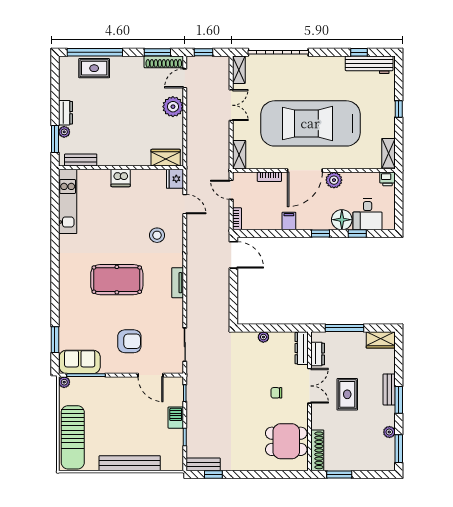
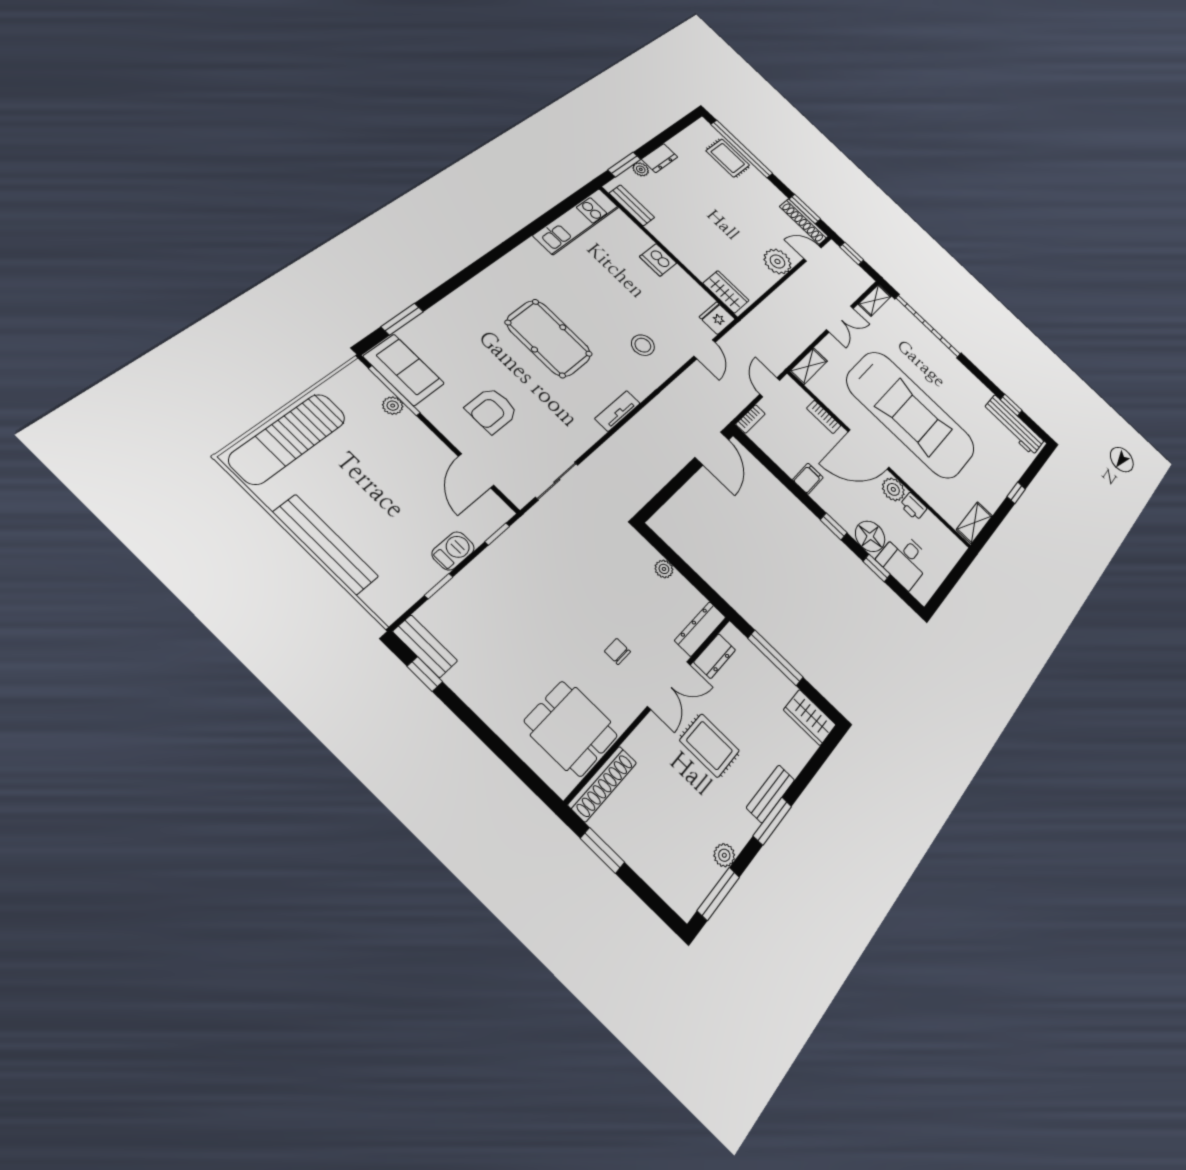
car: (310, 123) -> (911, 414), turned 180
printer: (387, 179) -> (913, 507), moved
armchair: (129, 341) -> (492, 410), turned 90
plant: (64, 382) -> (393, 406), moved
rug: (347, 394) -> (710, 745), turned 90

